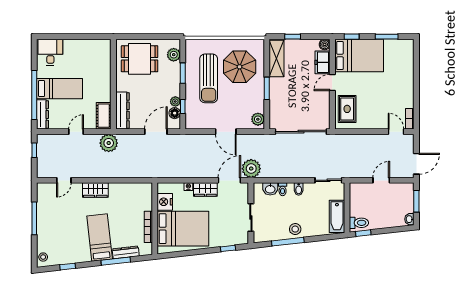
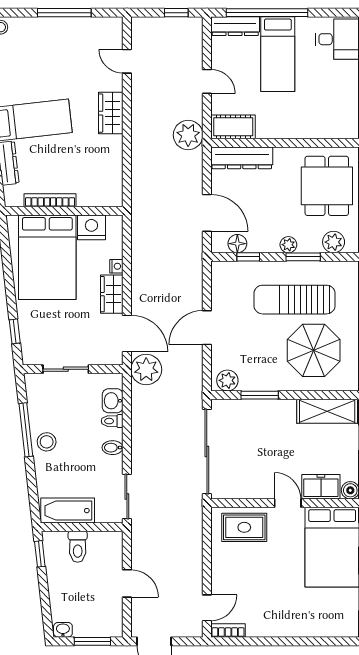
window: (267, 88) -> (260, 395), moved
plant: (175, 101) -> (288, 245), moved
toilet: (359, 223) -> (78, 547), moved

